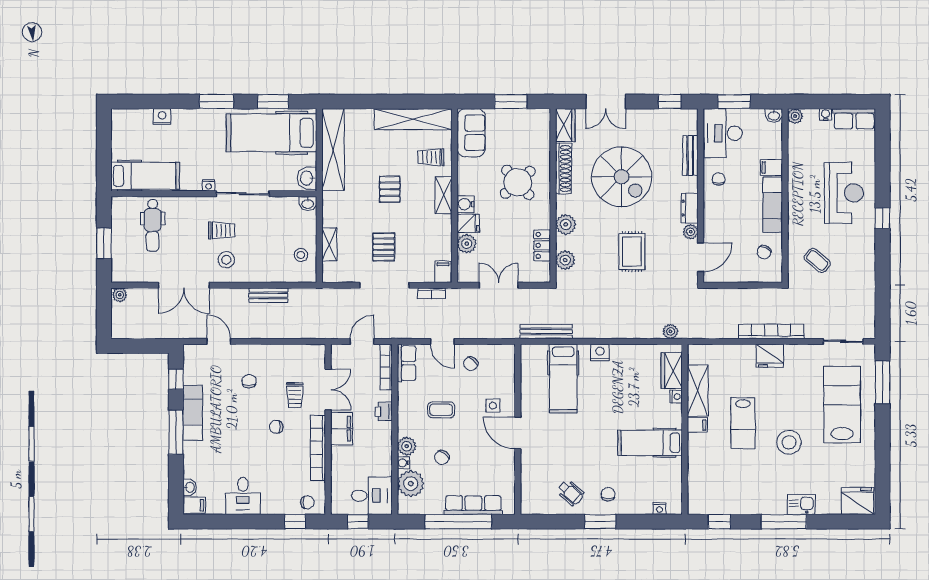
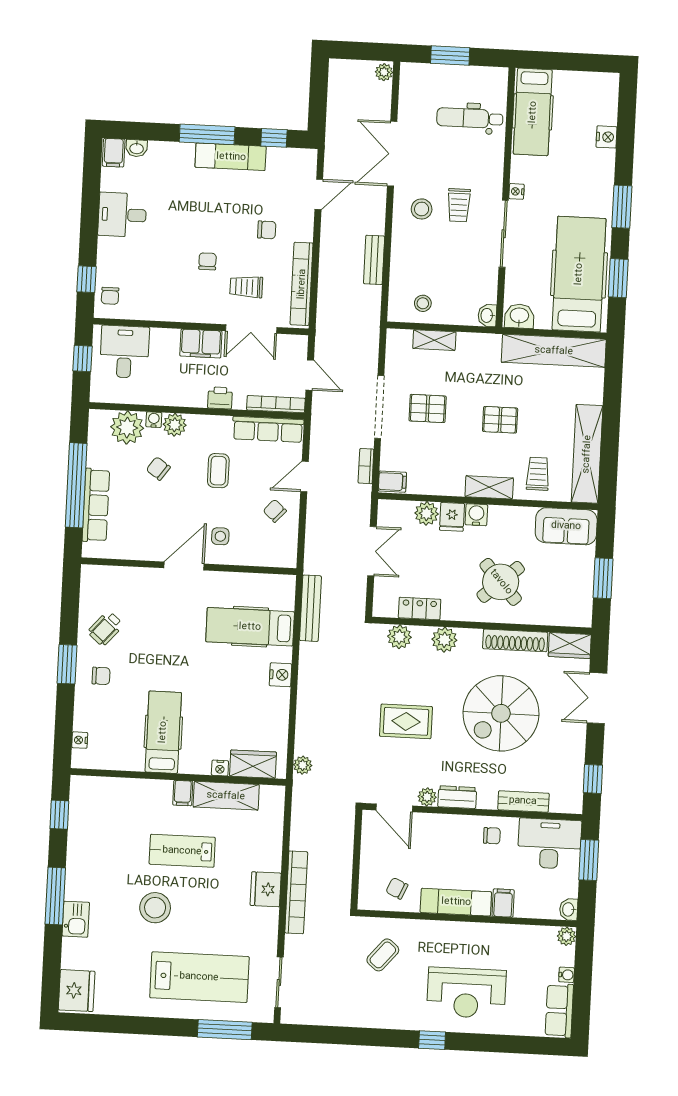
row of seats: (407, 363) -> (268, 429), width x1.48
bookcase: (318, 448) -> (302, 284), moved, turned -90
desk: (372, 496) -> (124, 352), moved, turned 180

